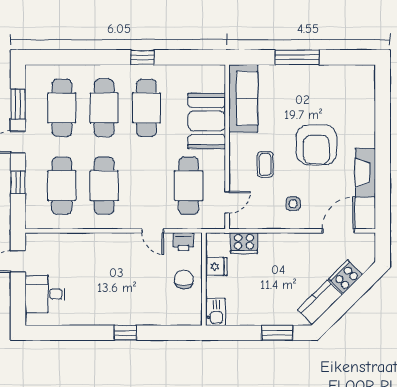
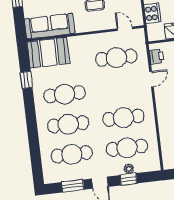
window: (142, 57) -> (26, 80), moved
booth: (207, 121) -> (48, 53), moved
plant: (32, 185) -> (129, 169), added

